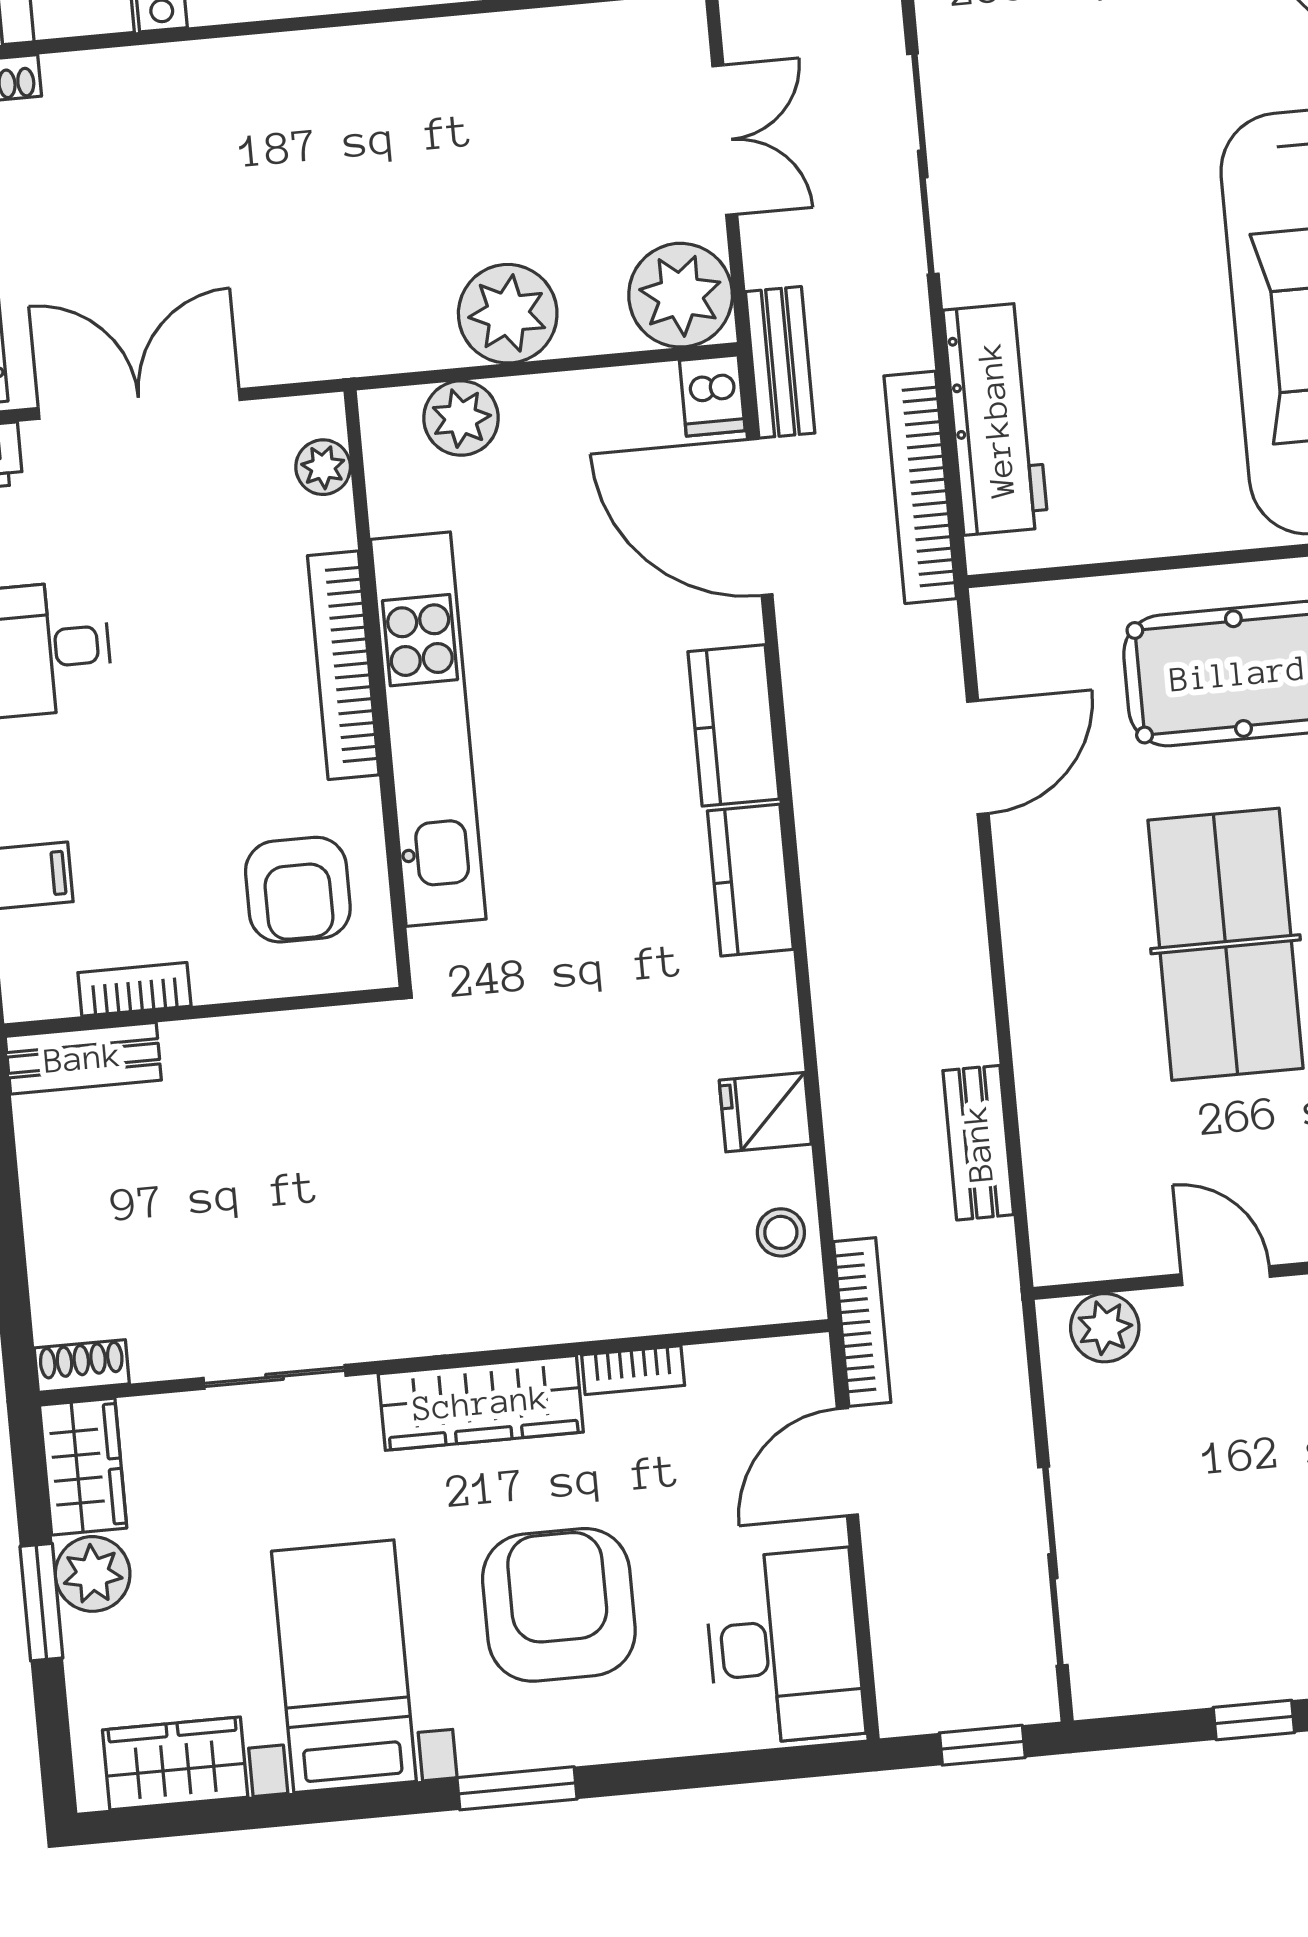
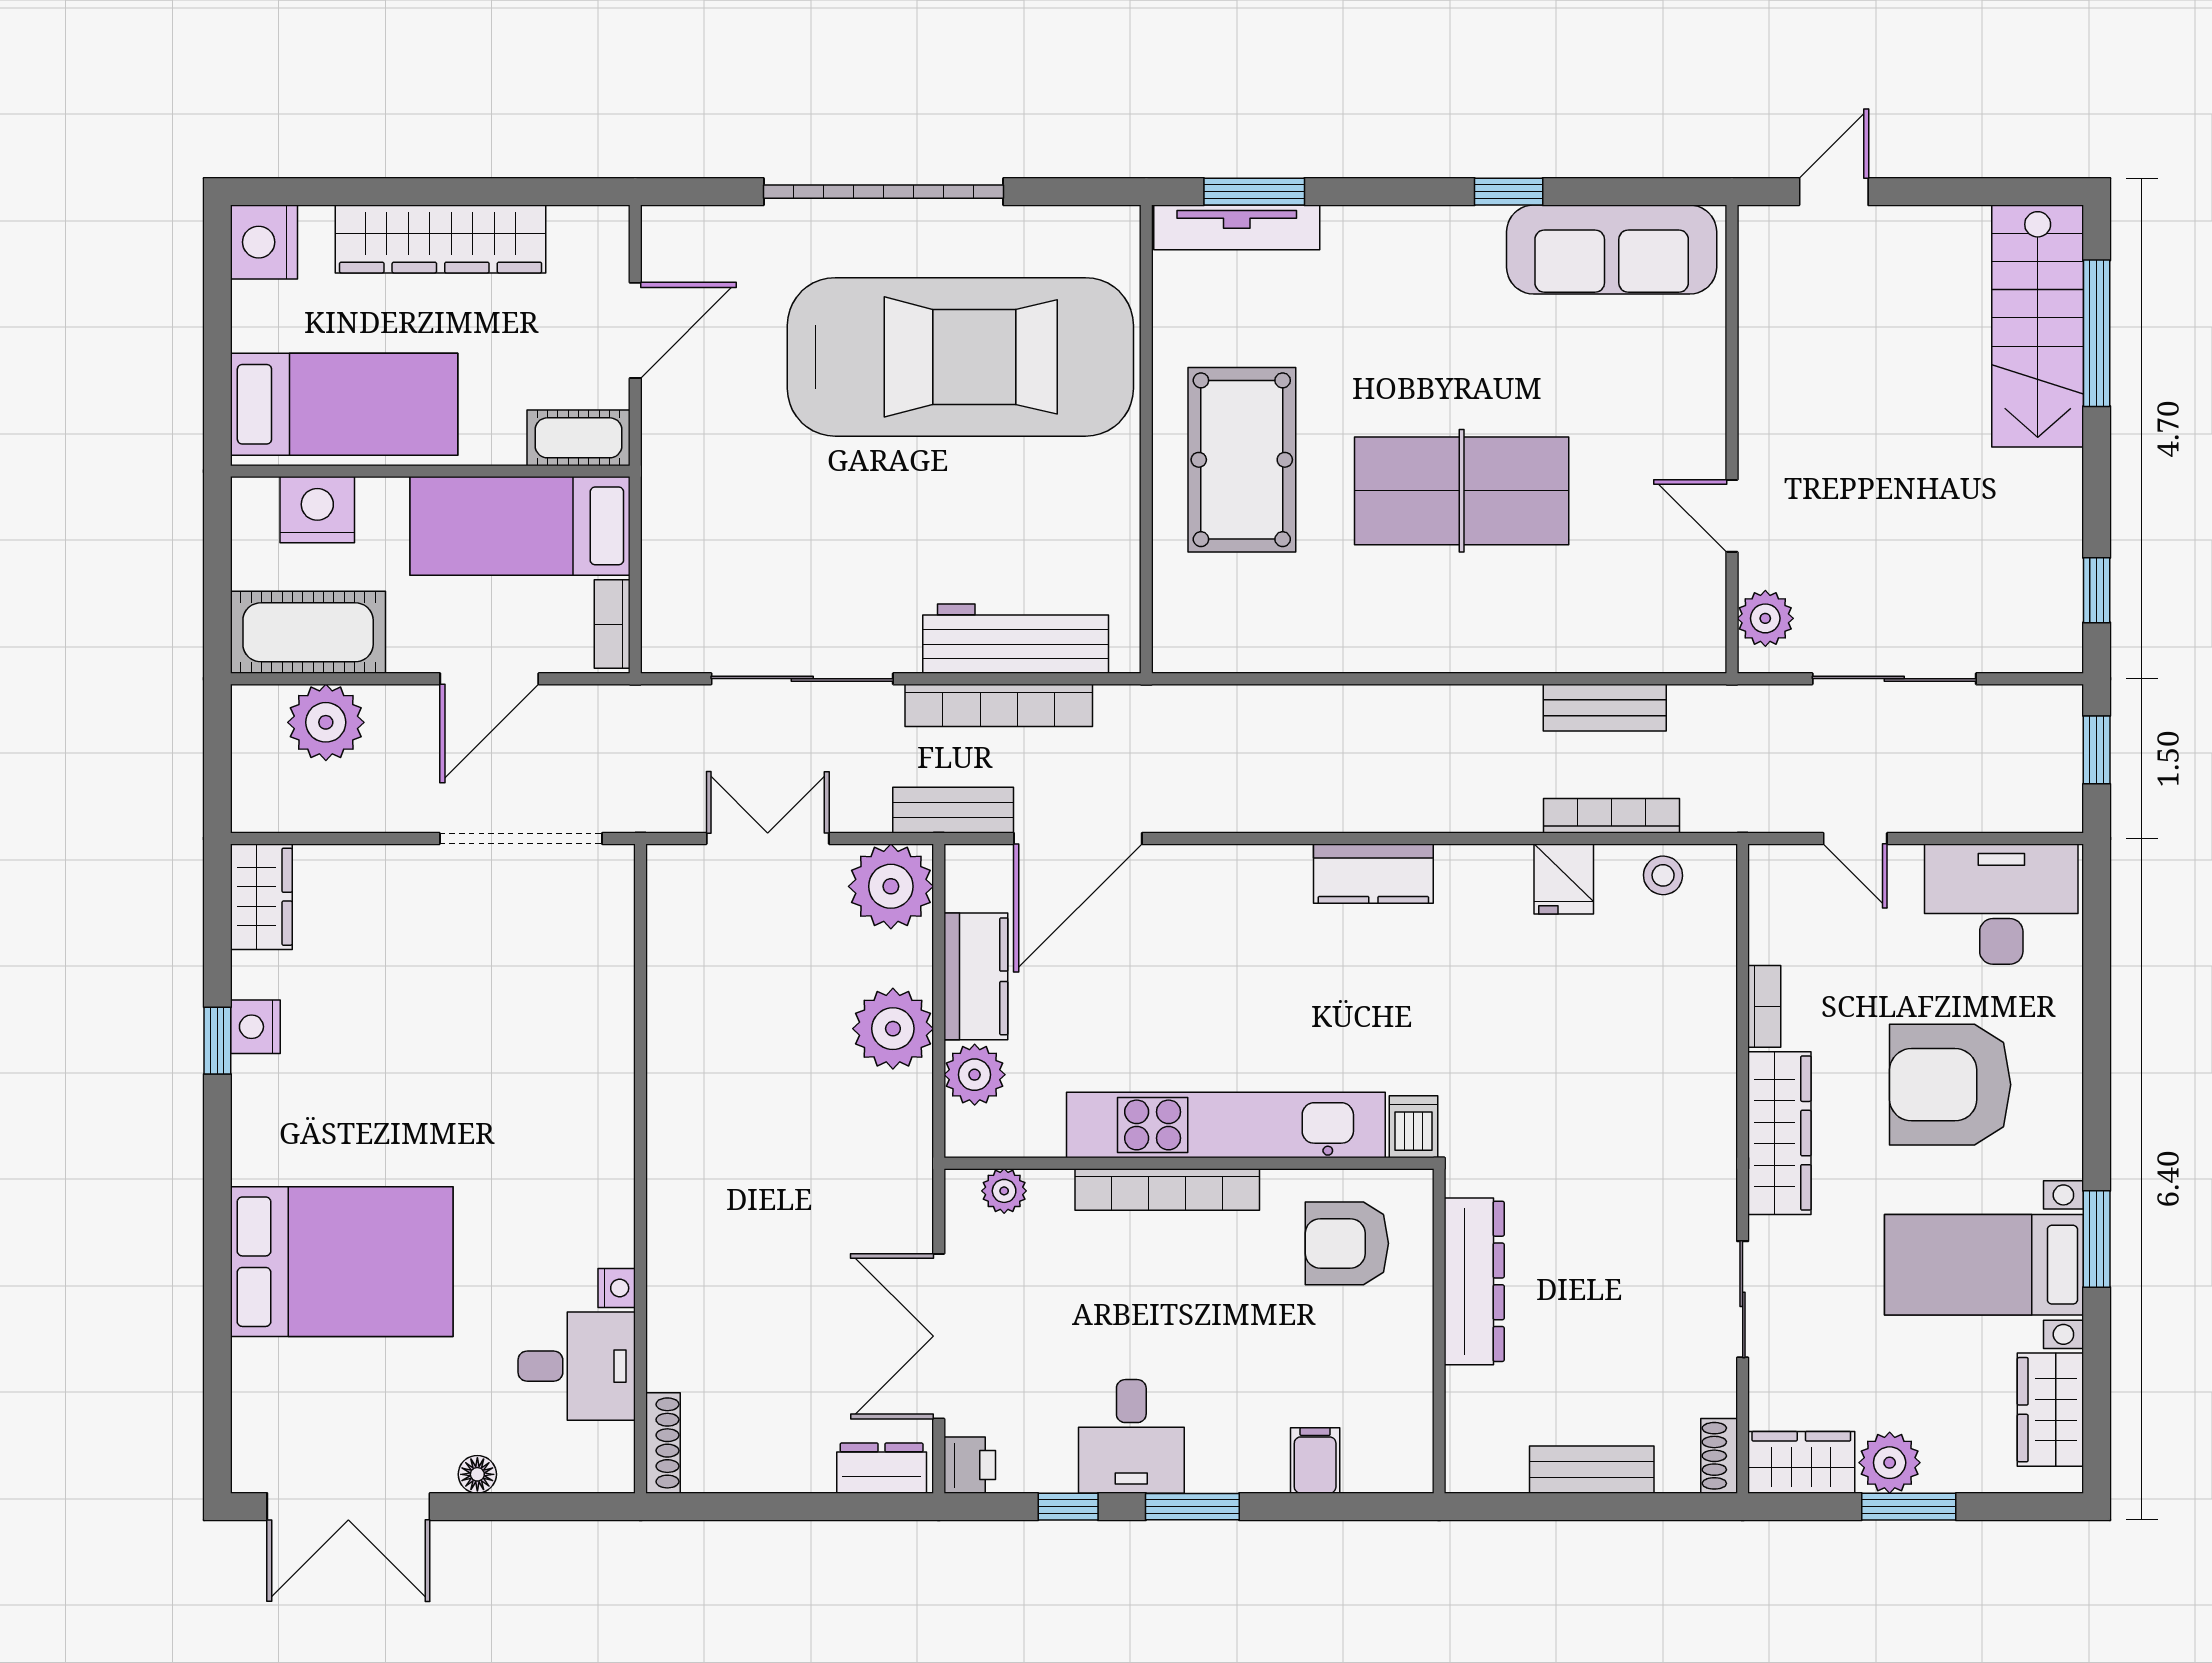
dishwasher: (712, 396) -> (1414, 1127), moved, turned -90
bookcase: (920, 487) -> (999, 705), moved
kitchen counter: (734, 725) -> (976, 976), moved, turned -90
door: (978, 758) -> (1291, 679), removed
armchair: (298, 890) -> (1347, 1243), turned 180
bookcase: (134, 989) -> (1416, 1384), removed
dresser: (266, 1049) -> (1474, 1281), added
bench: (83, 1058) -> (1592, 1470), moved, turned 90
door: (1226, 1276) -> (1732, 516), hinge flipped
bookcase: (862, 1322) -> (1611, 816), moved
door: (847, 1462) -> (1855, 838), width x0.73
sliding door: (1053, 1566) -> (1894, 679), moved
window: (1254, 1720) -> (2097, 590), moved
window: (517, 1788) -> (2097, 1239), moved

